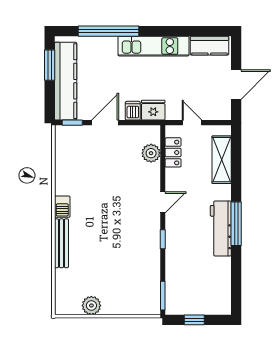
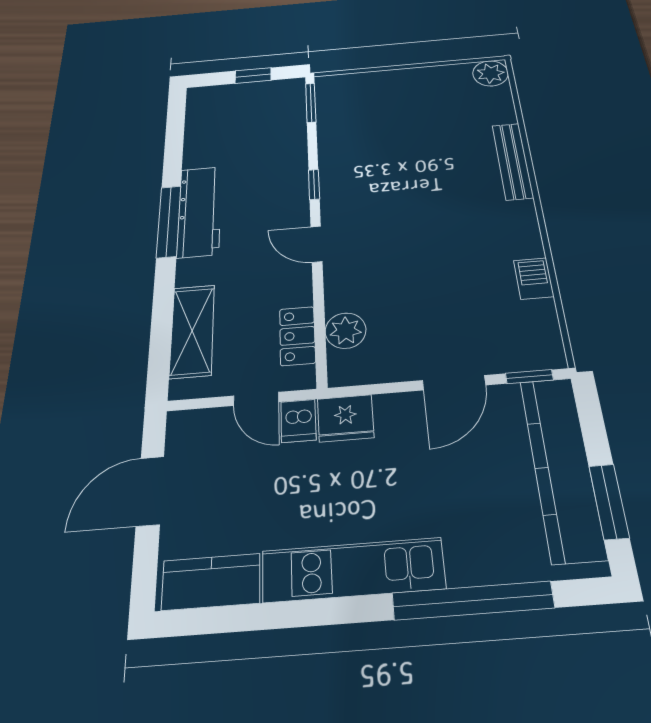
dishwasher: (133, 111) -> (298, 421), moved
door: (163, 202) -> (316, 244), hinge flipped
barbecue: (62, 207) -> (534, 279), moved
plant: (91, 306) -> (491, 73), moved

